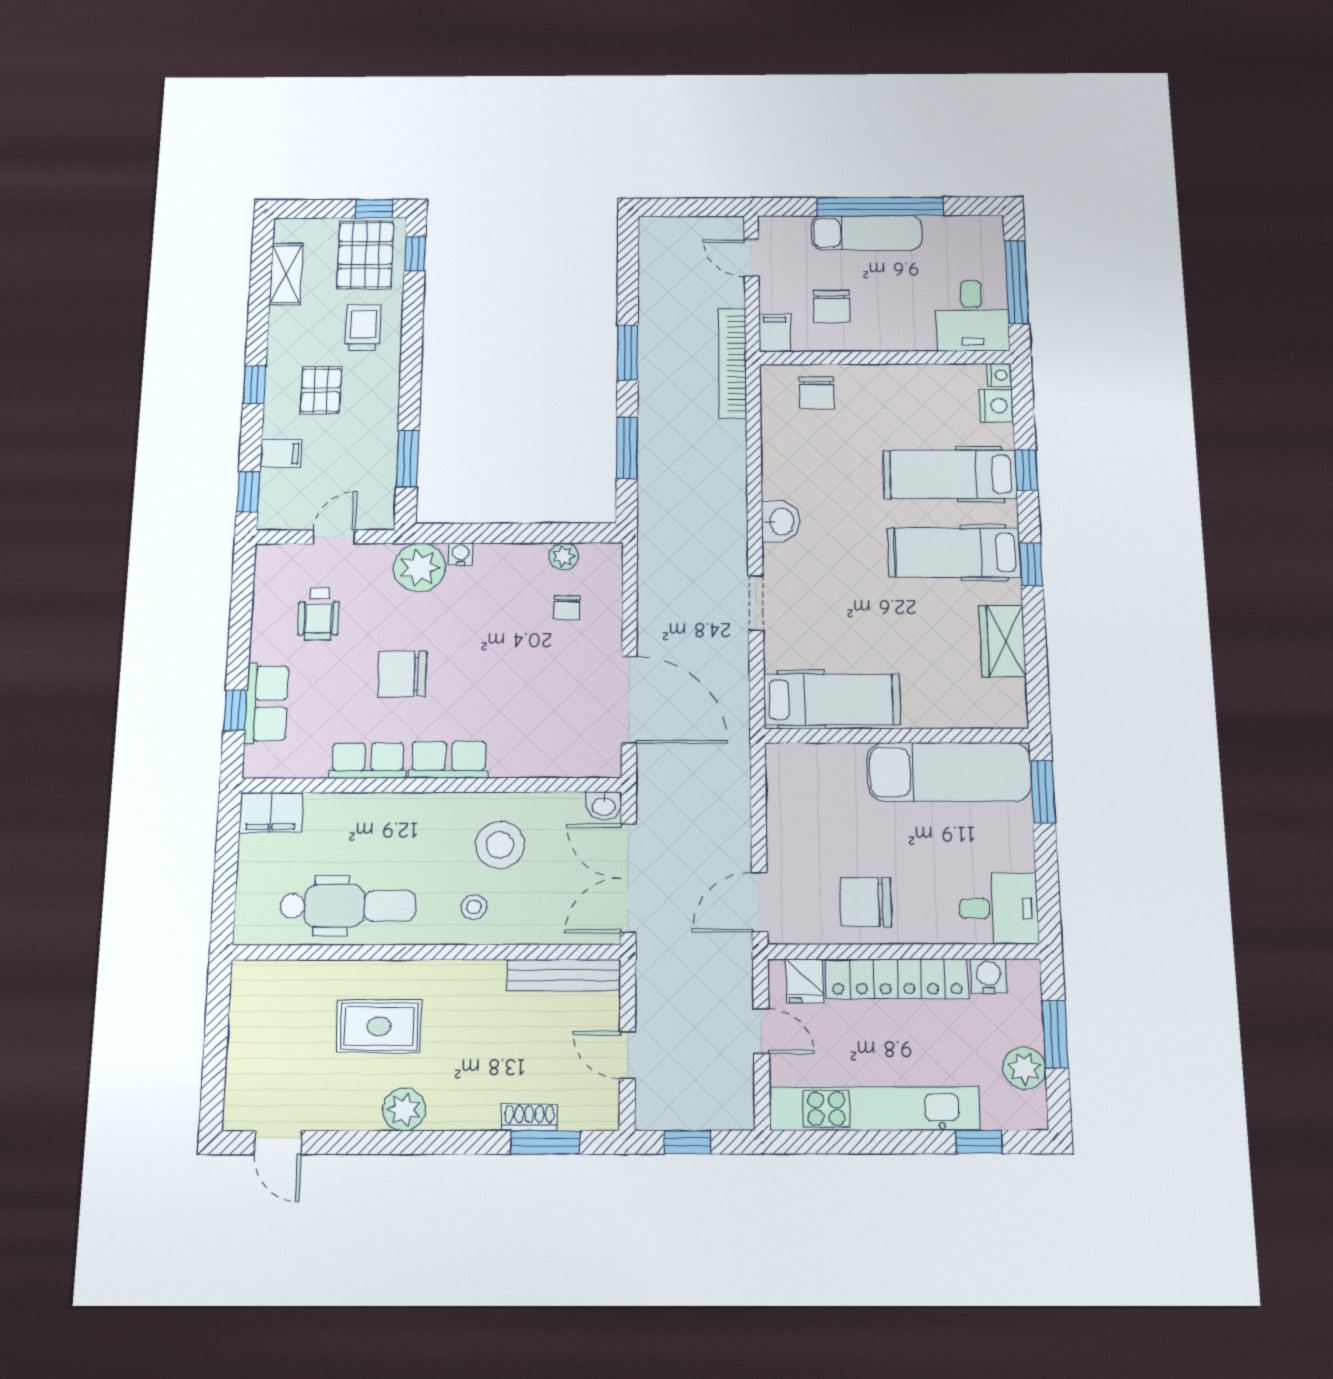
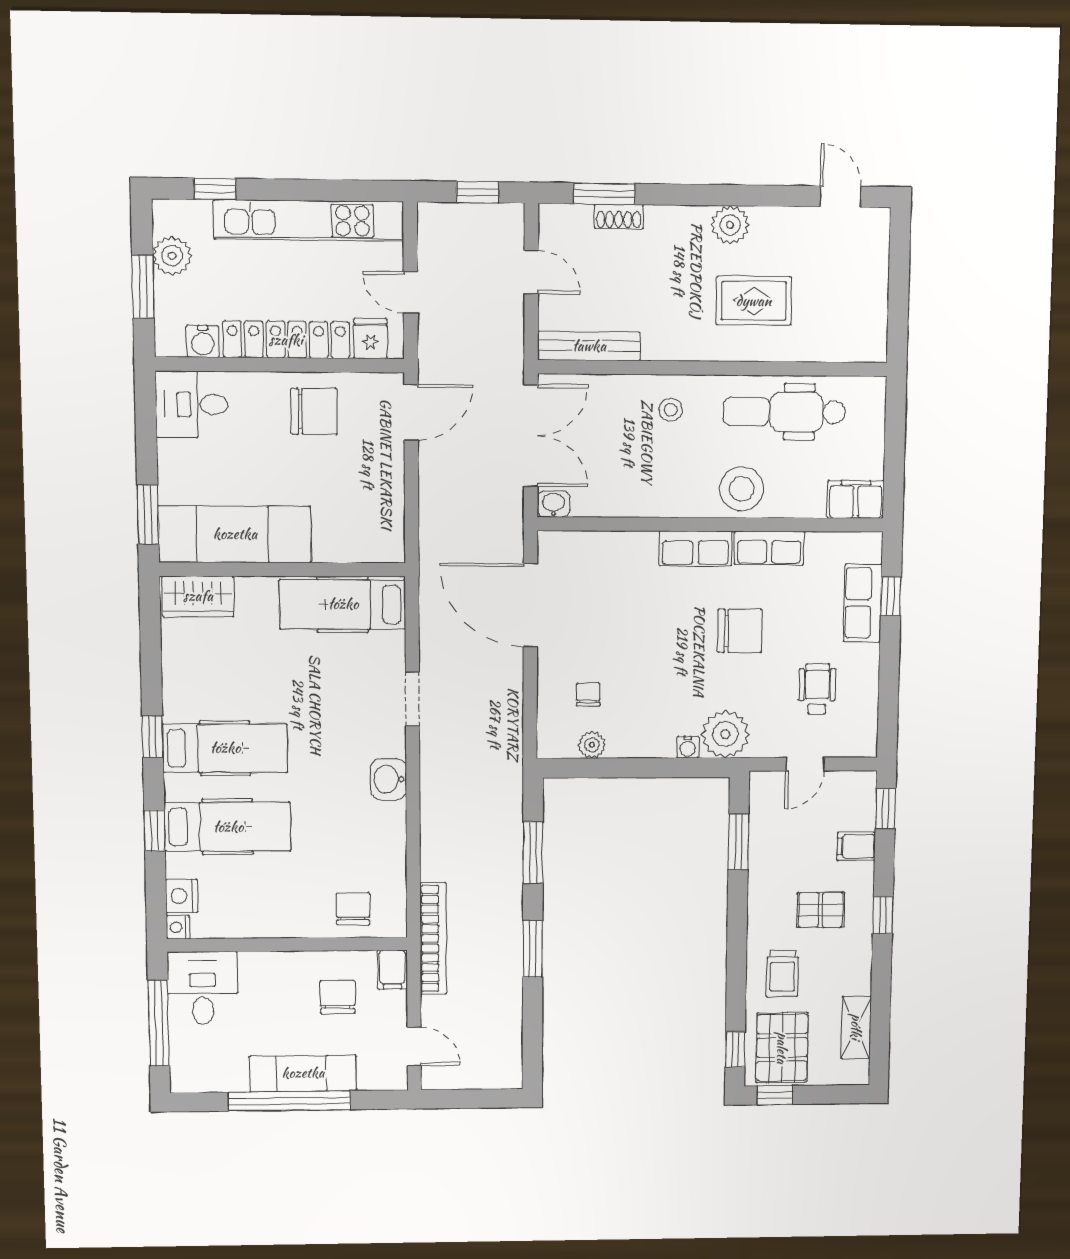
pallet: (321, 390) -> (821, 910), turned 90
wardrobe: (1003, 641) -> (198, 596), moved, turned 90
stool: (500, 845) -> (742, 489), moved

